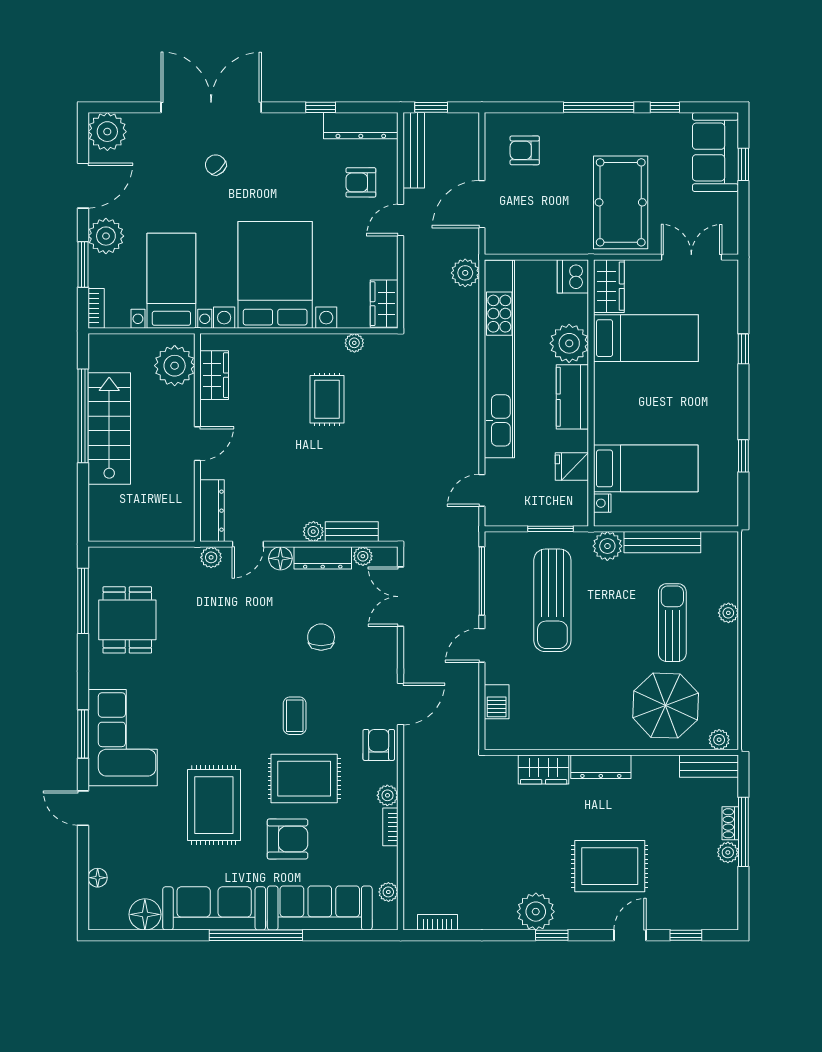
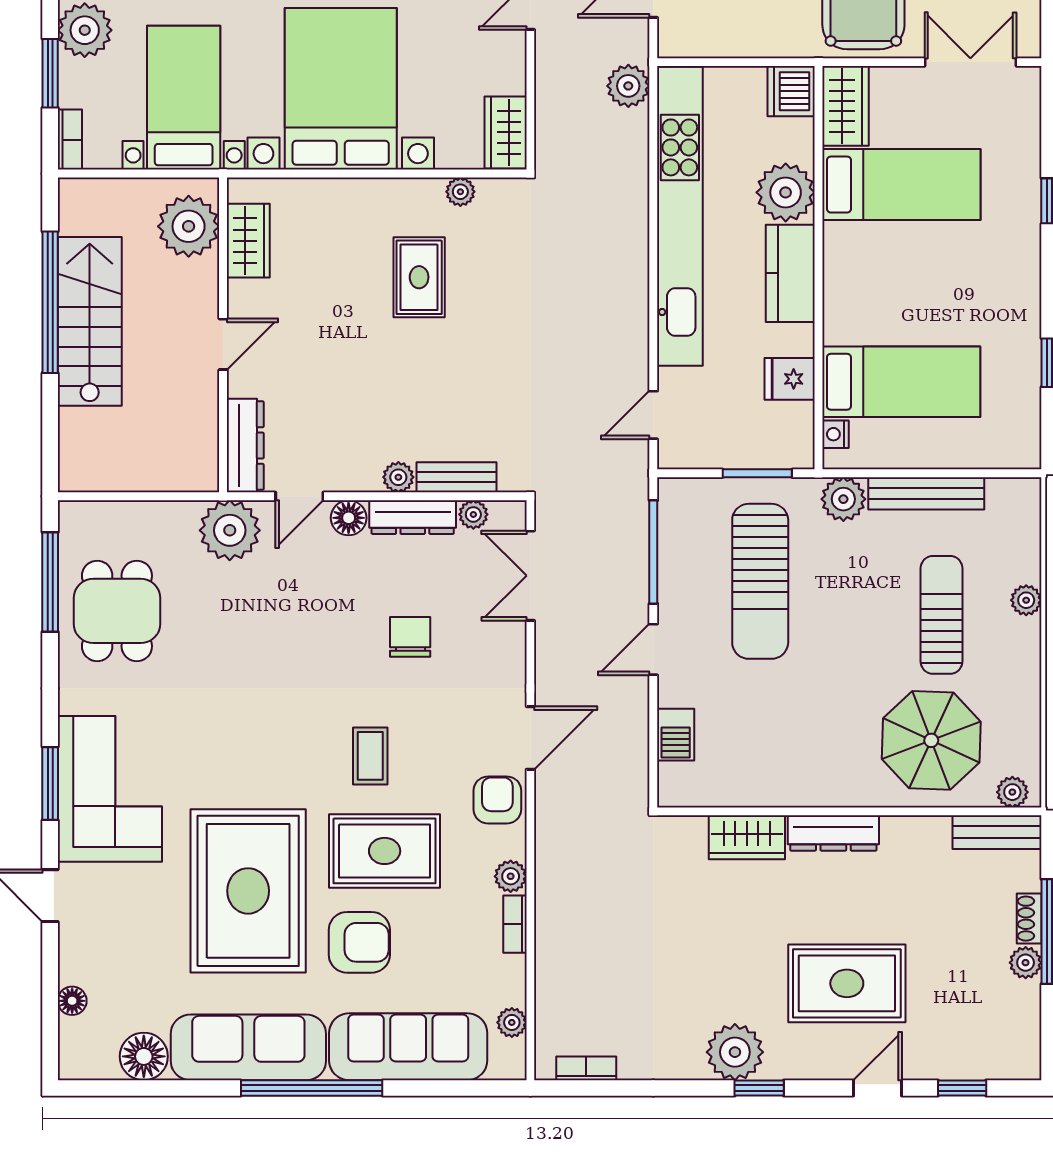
plant: (211, 557) -> (230, 530), width x1.88, depth x1.88
rug: (214, 805) -> (248, 891), width x1.37, depth x1.44

